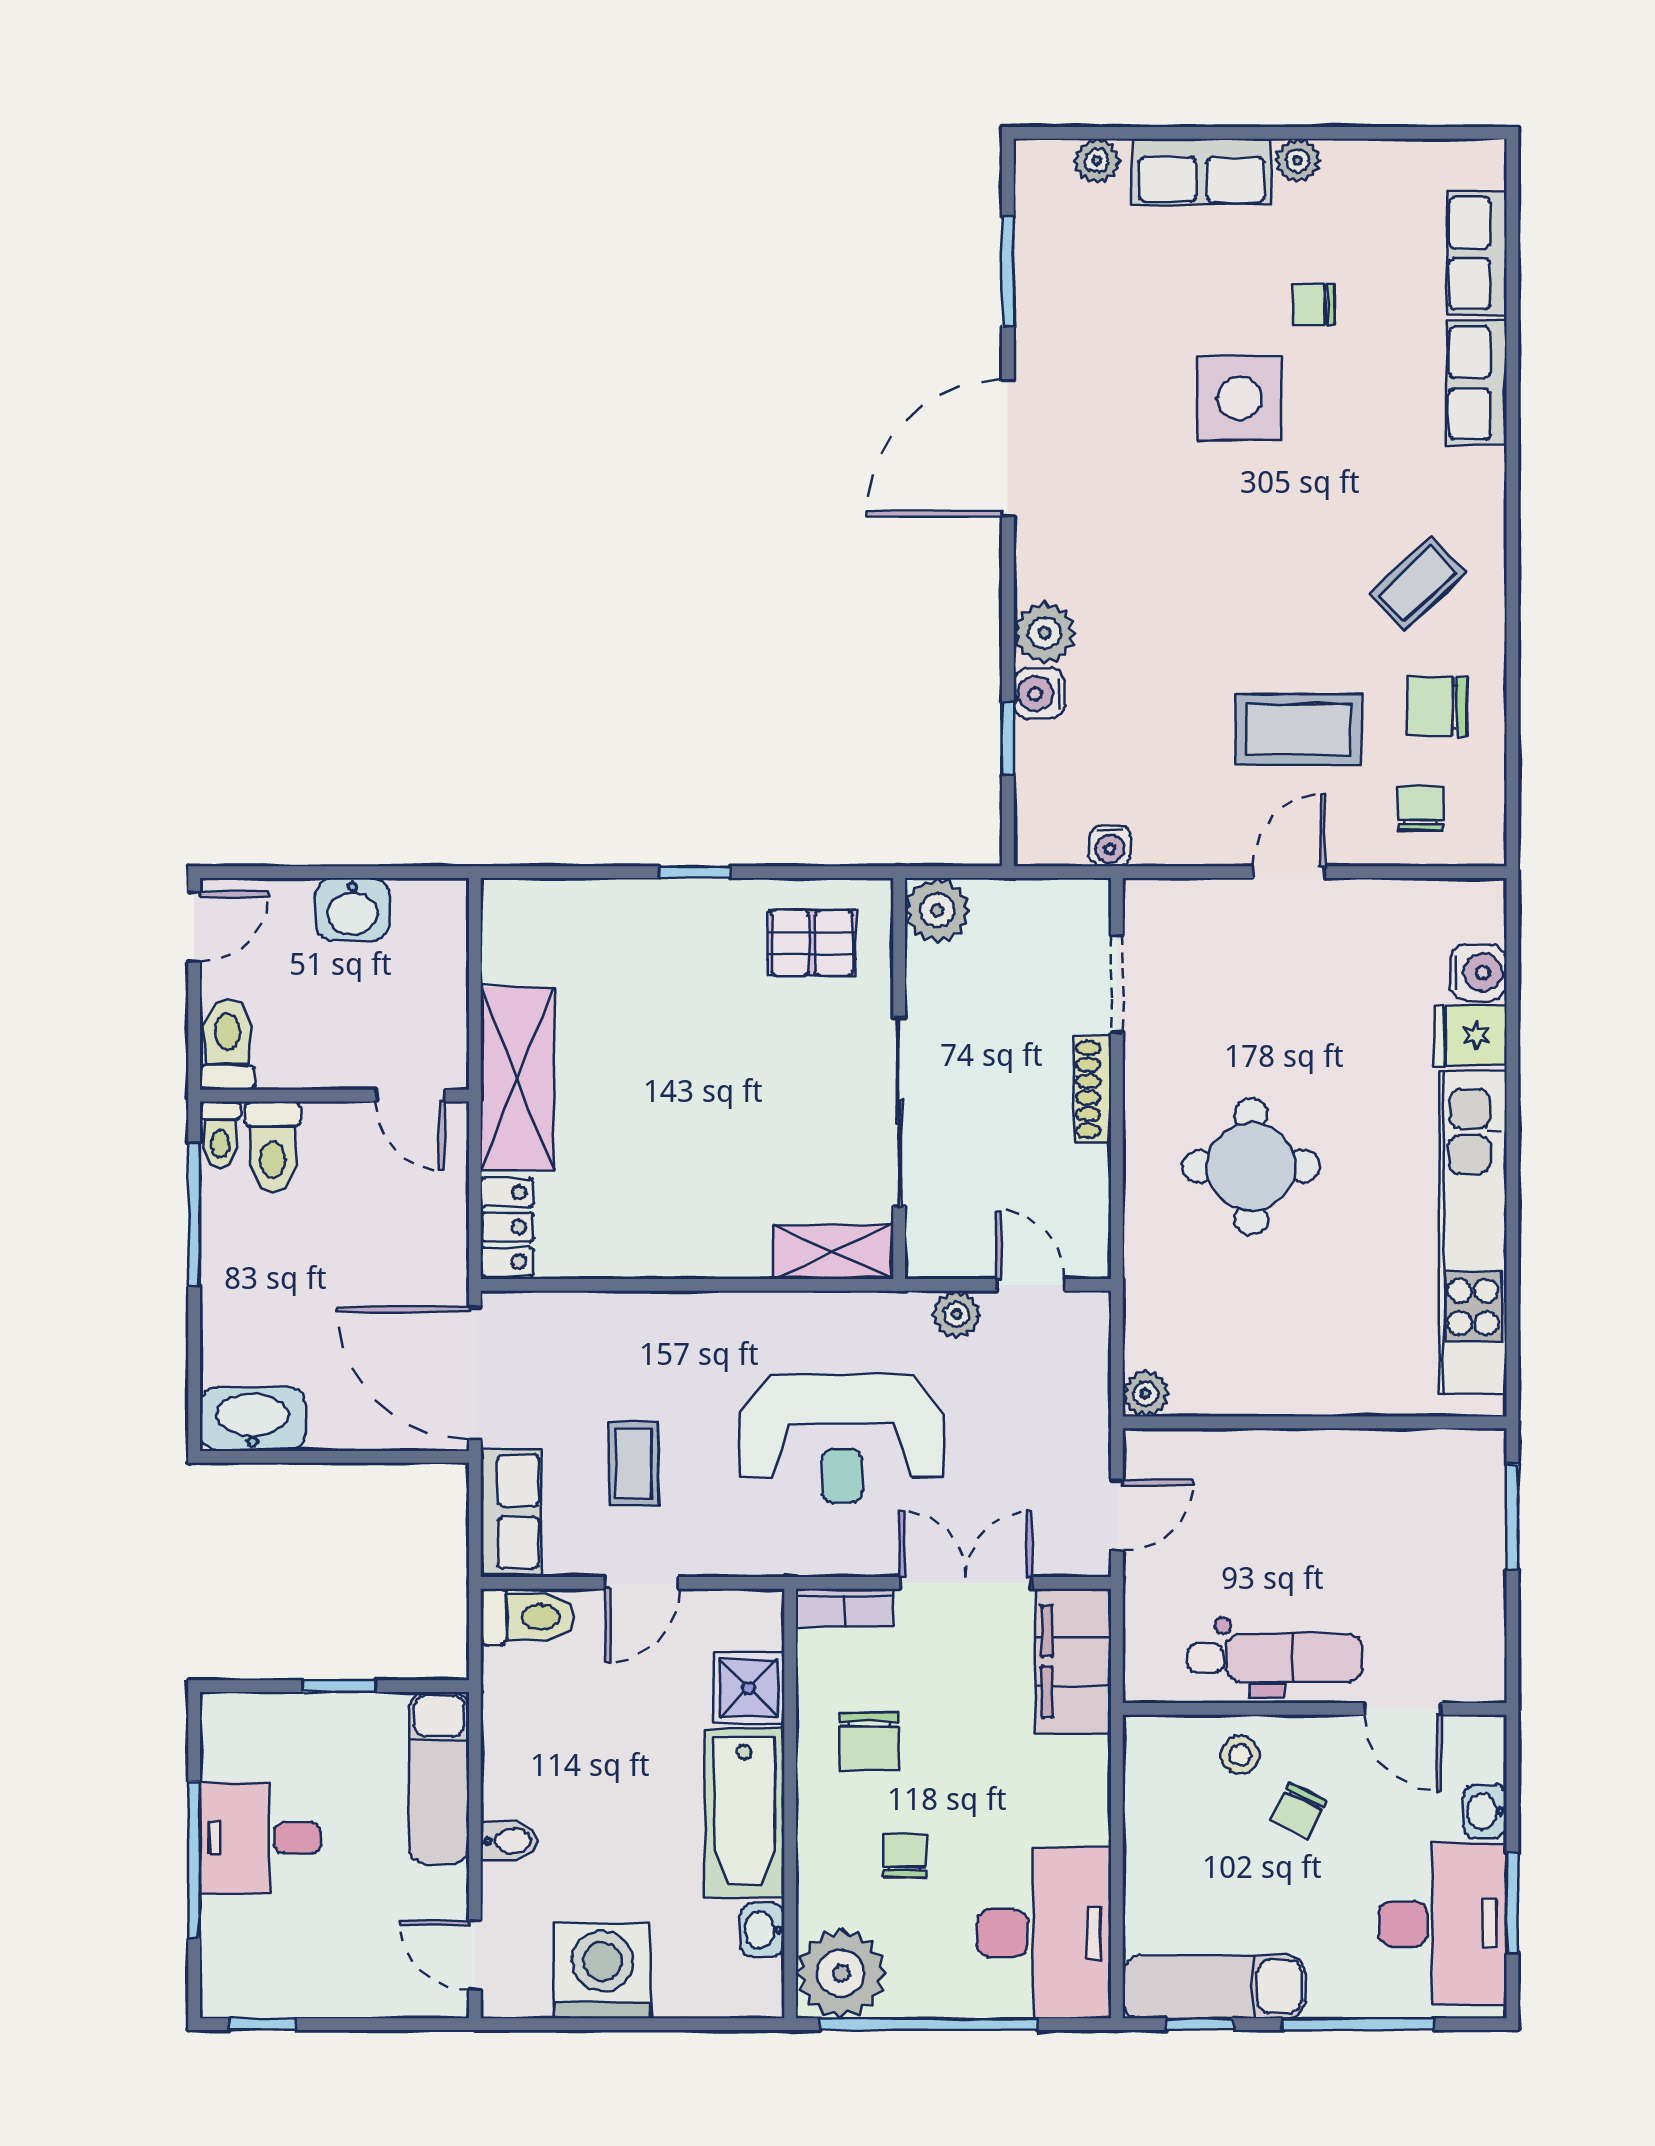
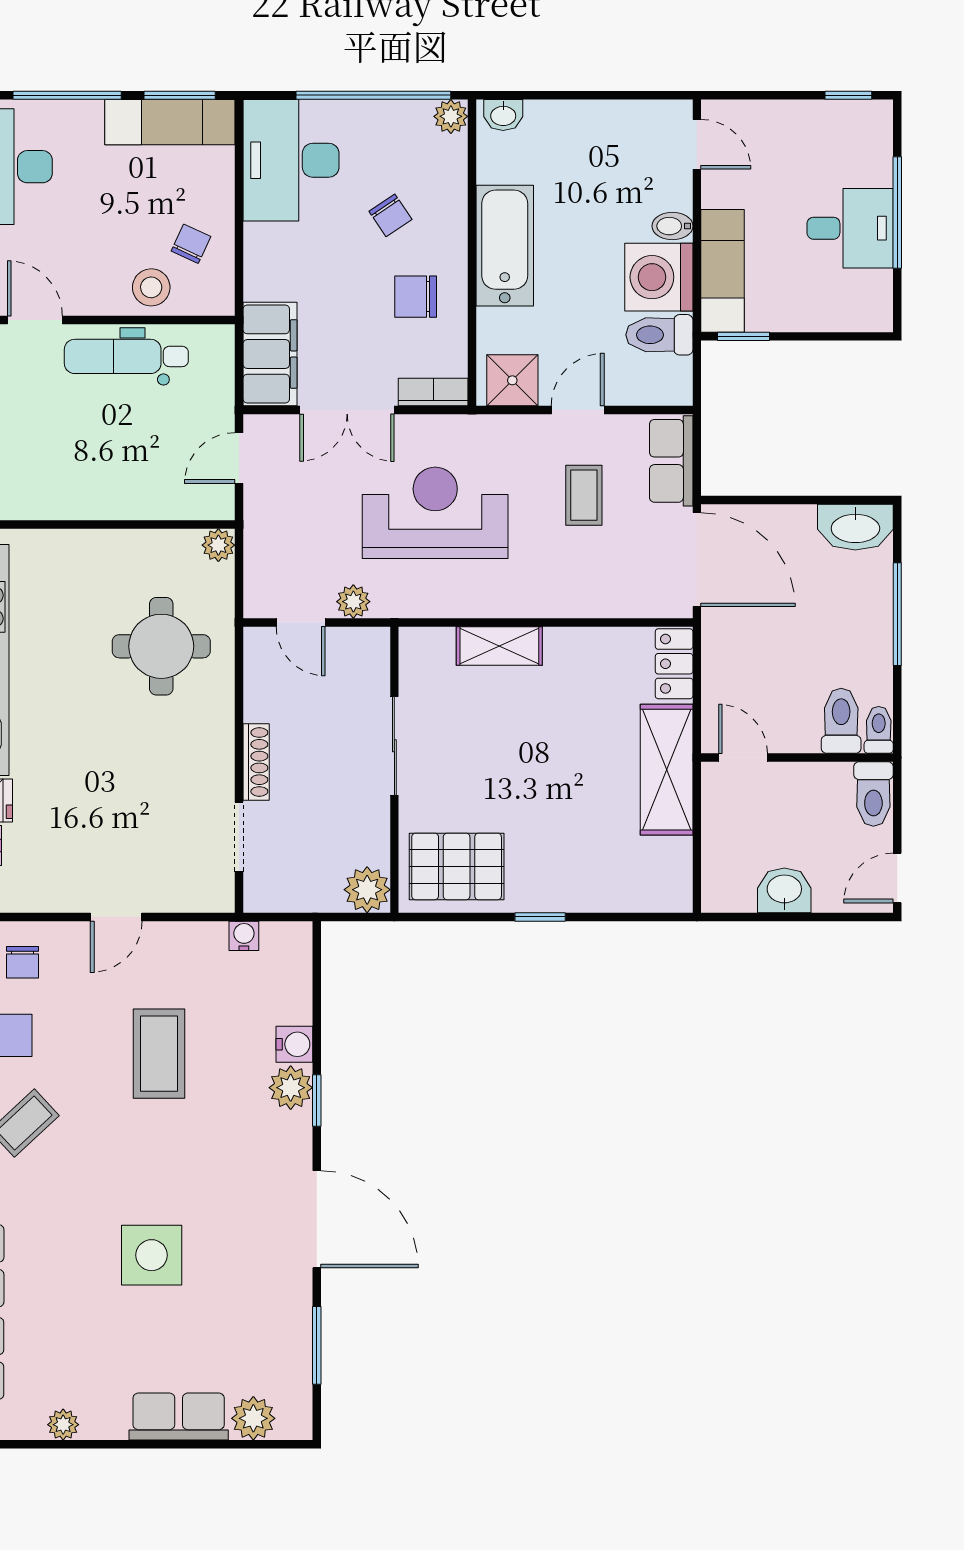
plant: (1097, 161) -> (253, 1418), width x1.38, depth x1.38
plant: (1297, 161) -> (63, 1425), moved
chair: (1314, 305) -> (99, 1322), removed
door: (1008, 448) -> (317, 1219), hinge flipped
coffee table: (1298, 730) -> (159, 1054), moved, turned 90
window: (1008, 738) -> (317, 1101), moved
pallet: (812, 943) -> (457, 866), width x1.50, depth x1.42
sliding door: (899, 1112) -> (394, 746), width x0.73
round table: (1251, 1166) -> (161, 646), moved
window: (194, 1214) -> (897, 614), moved
shelving: (833, 1252) -> (499, 646), moved
toilet: (528, 1617) -> (659, 335), moved
window: (339, 1686) -> (744, 336), moved
shower: (749, 1688) -> (512, 380), moved
chair: (869, 1742) -> (416, 297), turned -90
stool: (1240, 1755) -> (151, 287), width x1.37, depth x1.37
chair: (1299, 1811) -> (191, 244), moved
chair: (905, 1856) -> (390, 215), turned -34
washbasin: (762, 1930) -> (503, 115), moved, turned 90
washing machine: (603, 1971) -> (659, 277), moved, turned 90
plant: (841, 1973) -> (451, 116), width x0.53, depth x0.53
window: (1200, 2024) -> (180, 95), width x1.50

